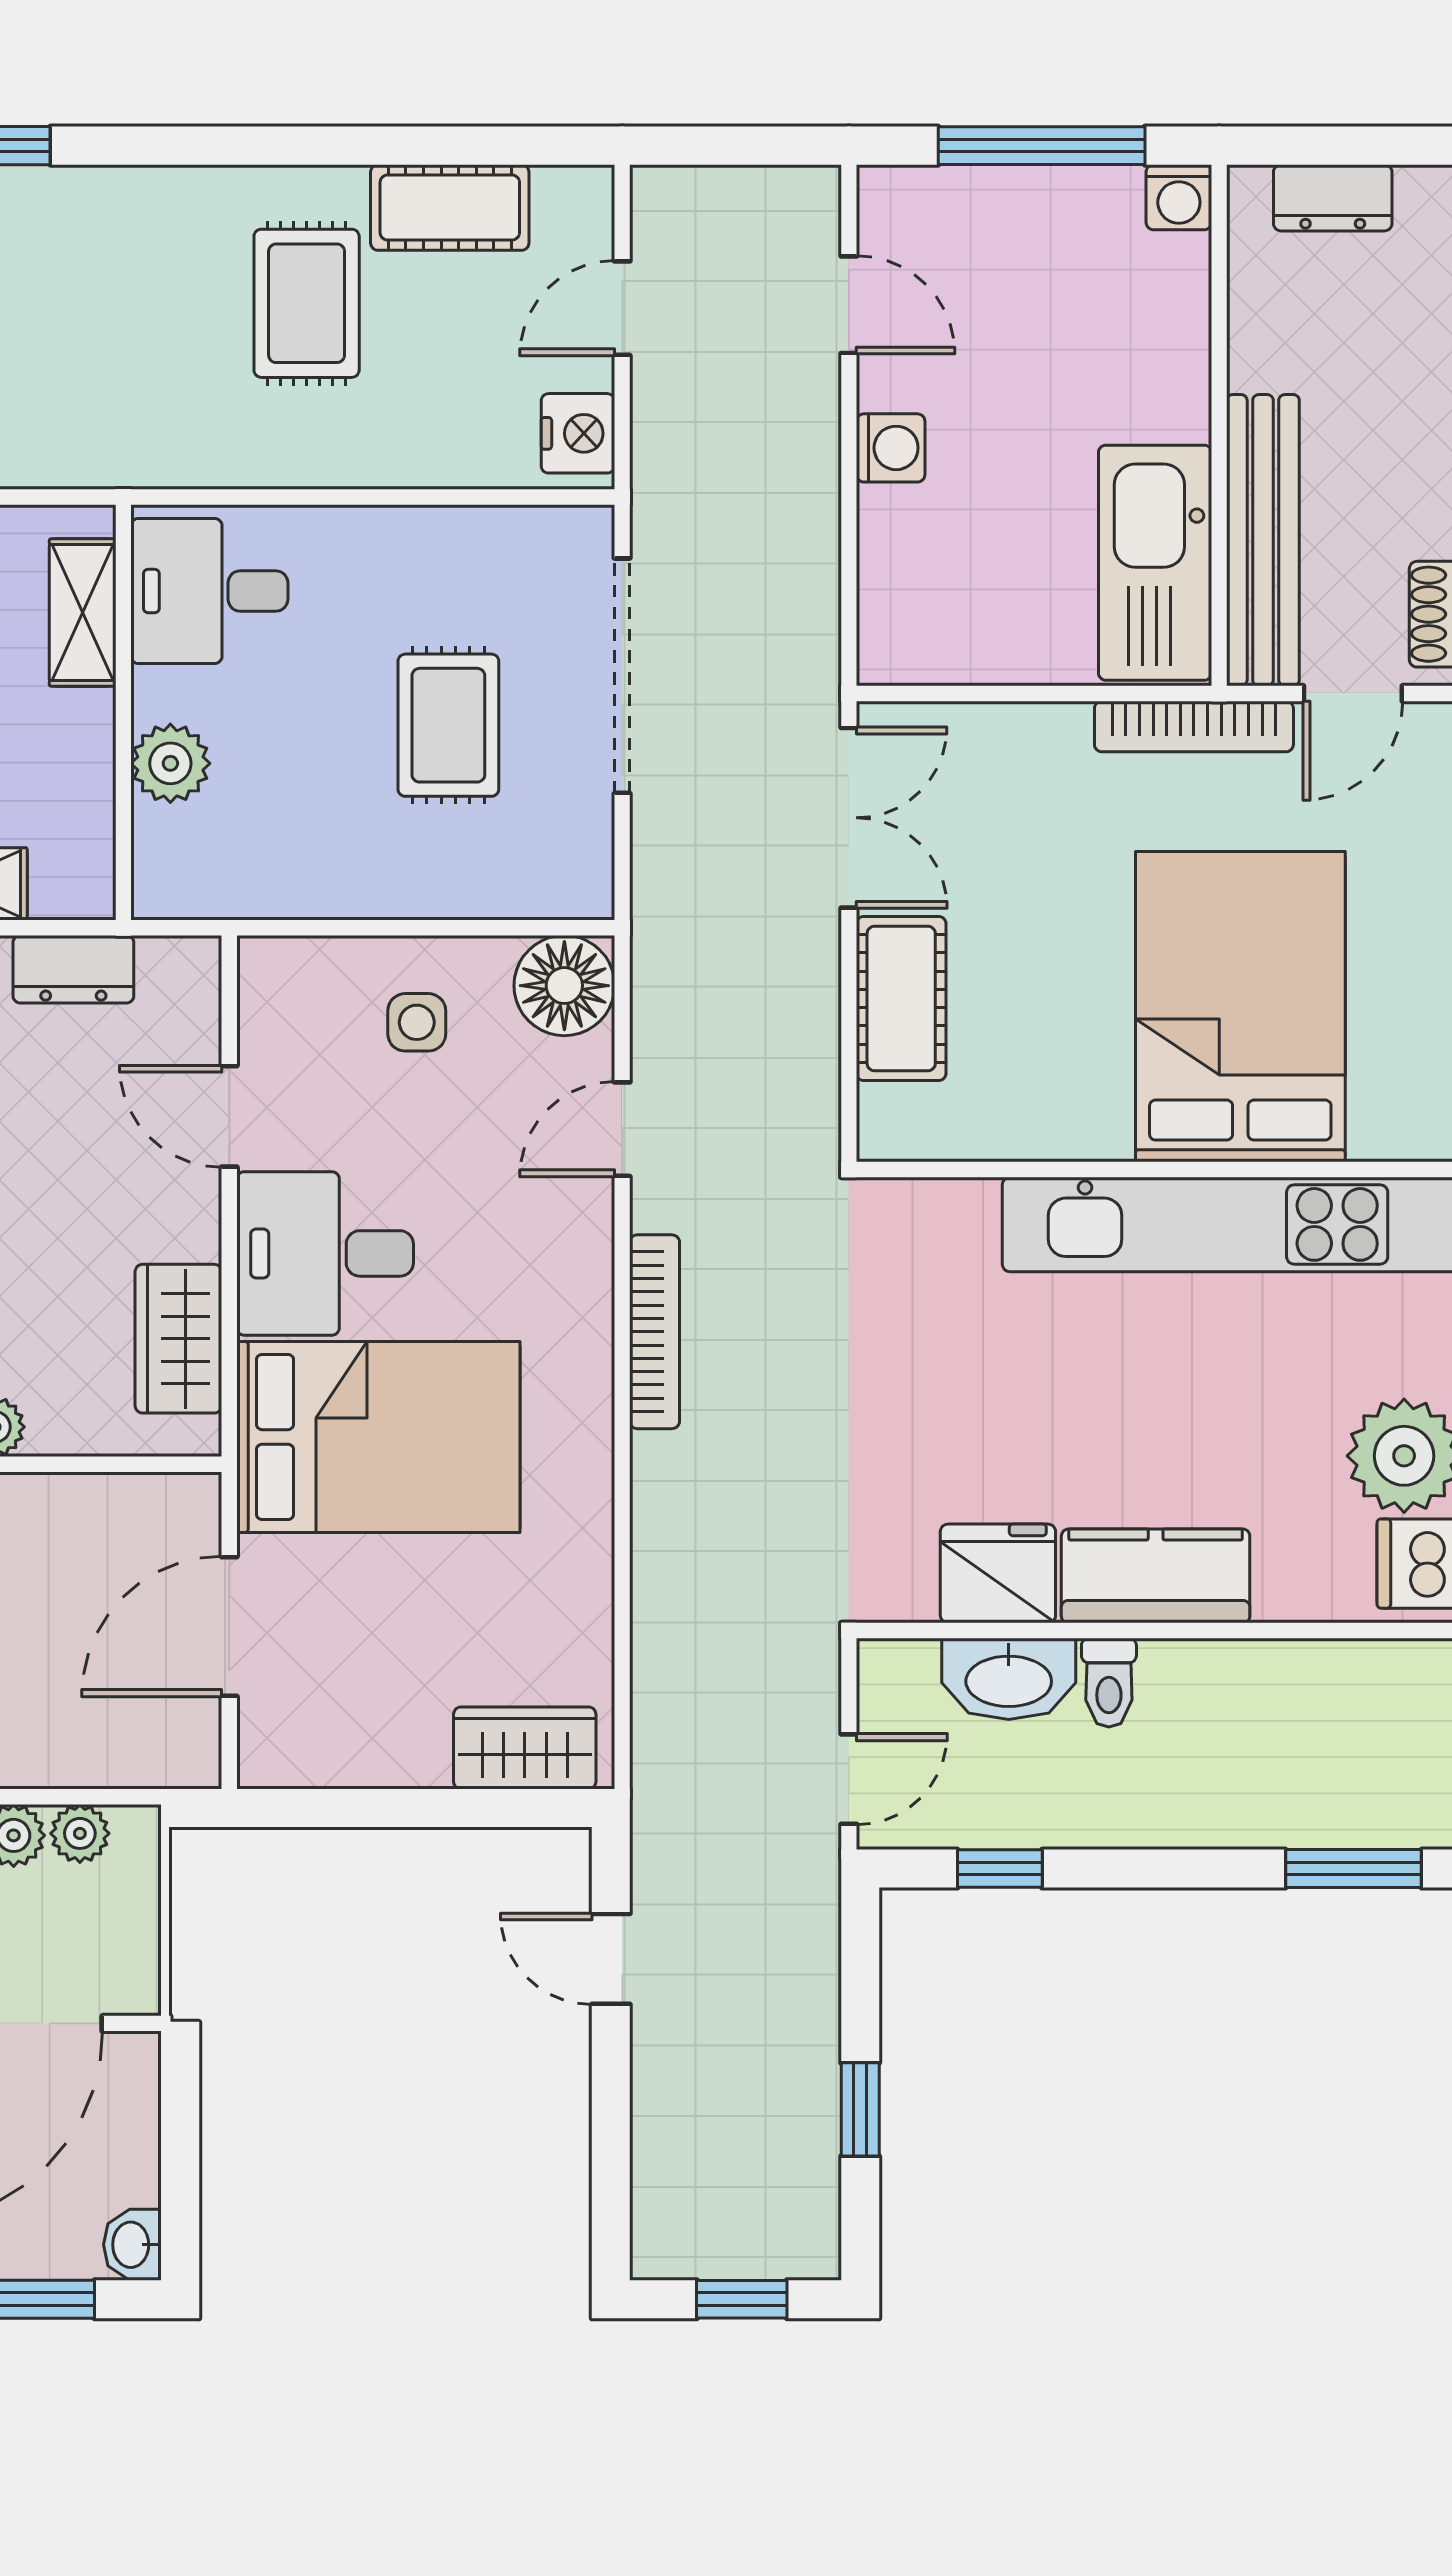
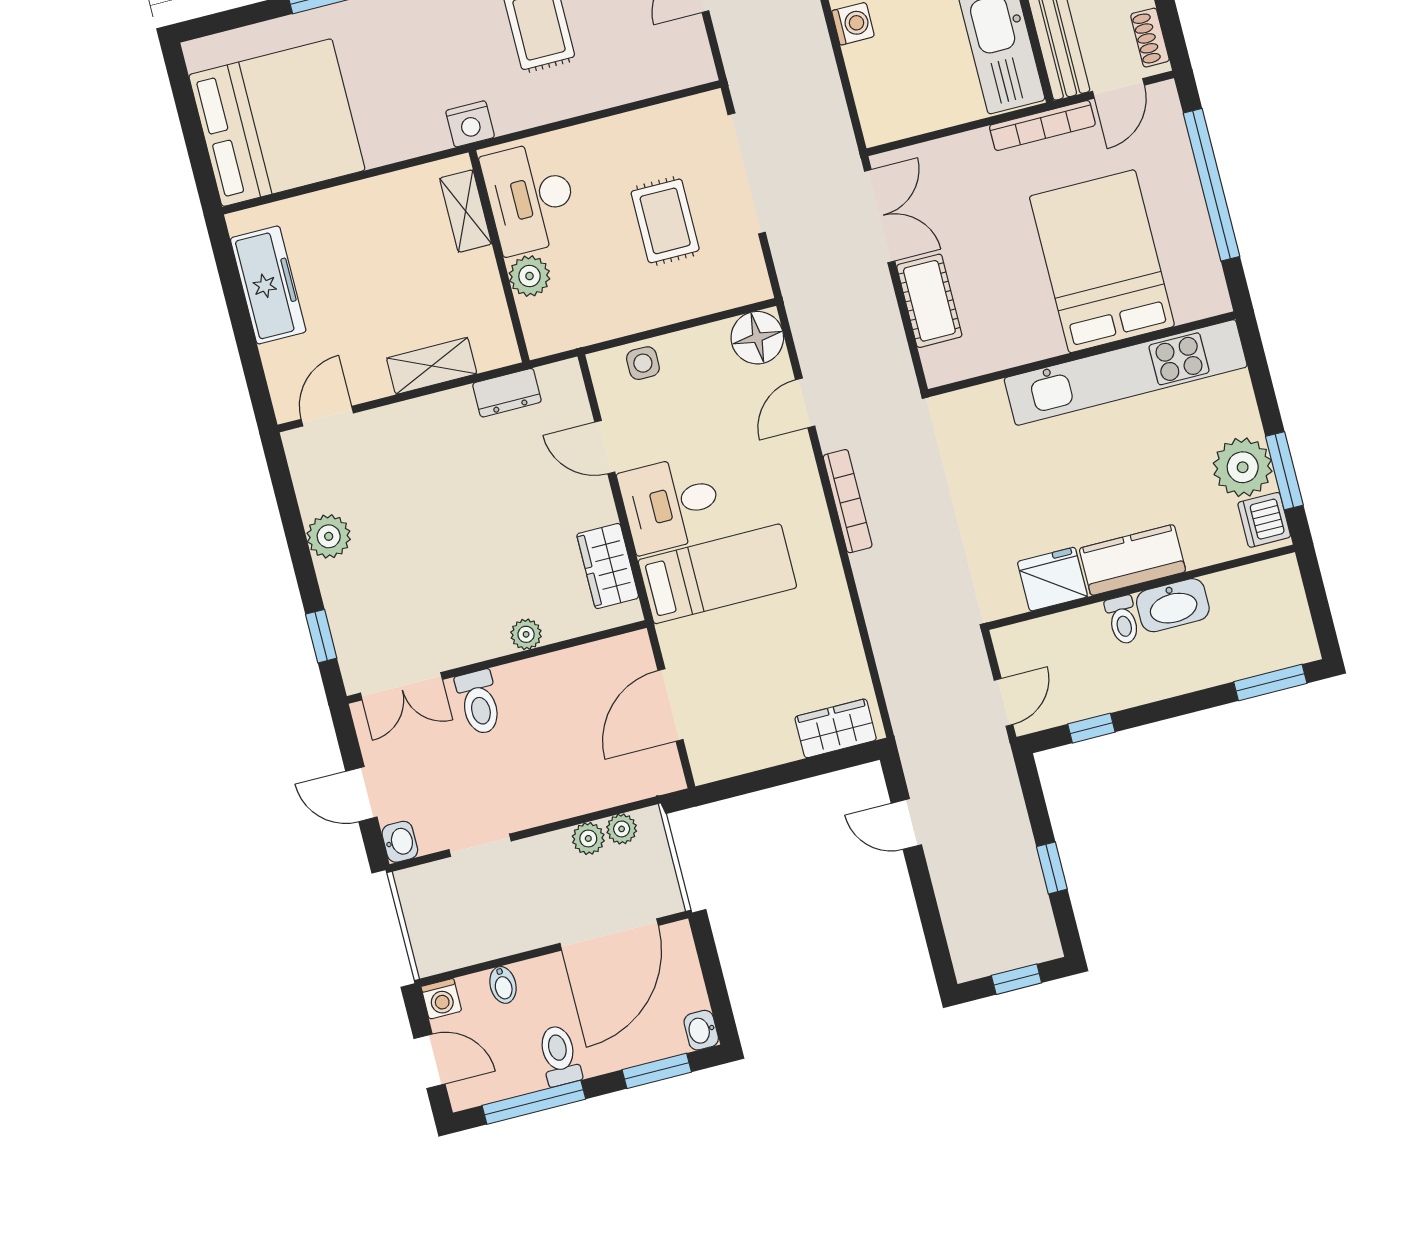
nightstand: (578, 433) -> (470, 124), moved, turned 90
desk: (209, 591) -> (530, 198), width x1.37
side table: (417, 1022) -> (643, 363), moved
bed: (378, 1437) -> (717, 574), width x0.67
washbasin: (1009, 1679) -> (1173, 605), moved

